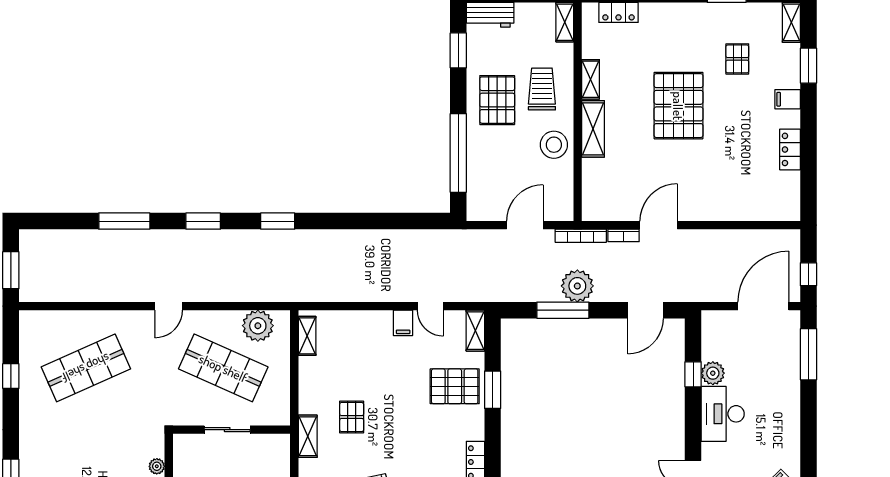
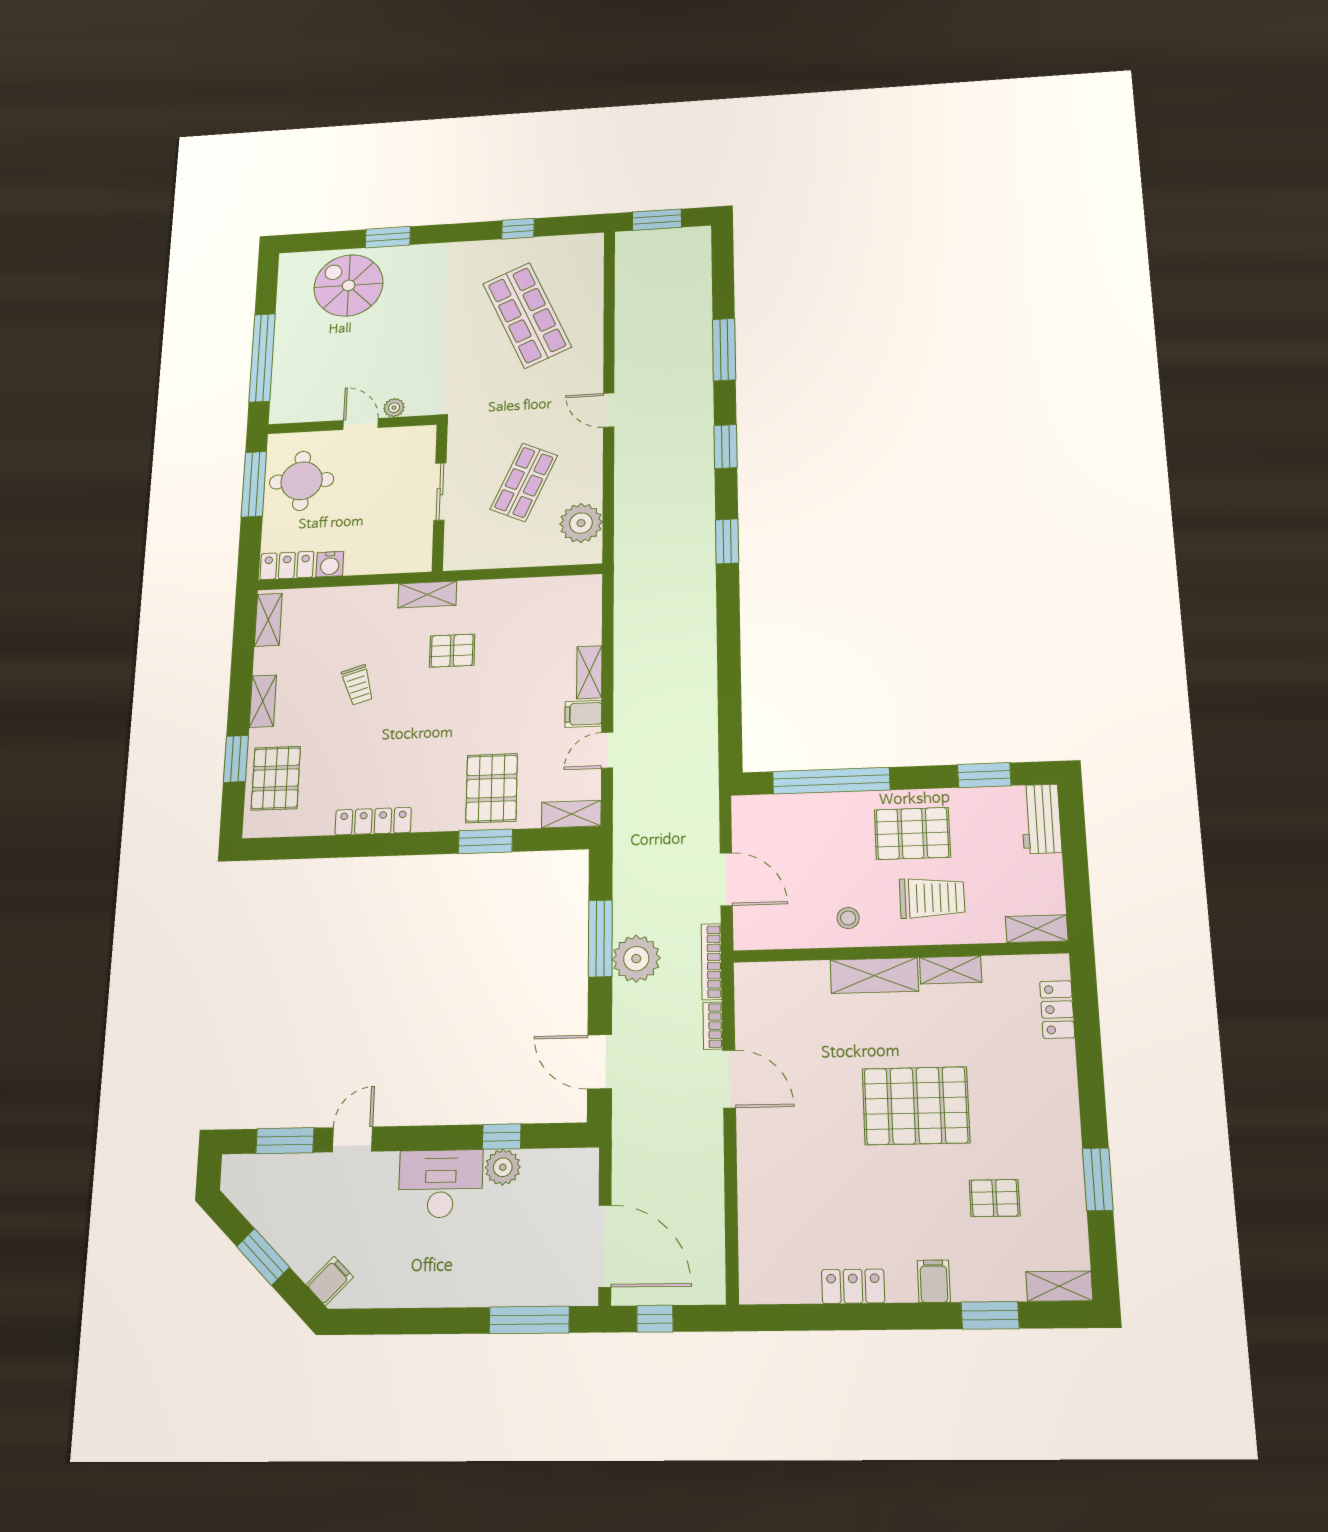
stool: (554, 145) -> (848, 918), width x0.53, depth x0.53
shelving: (307, 336) -> (589, 672), moved, turned 90
shop shelf: (223, 368) -> (524, 482), width x0.70, depth x0.74

